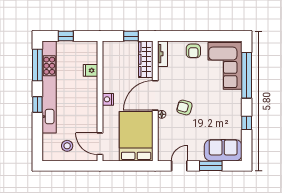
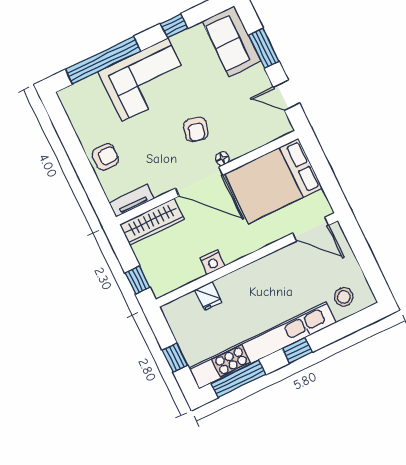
window: (131, 36) -> (137, 280), moved
corner sofa: (225, 66) -> (145, 80), moved
nightstand: (108, 99) -> (212, 262), moved
door: (100, 144) -> (311, 229), hinge flipped
stool: (67, 146) -> (344, 297), moved

